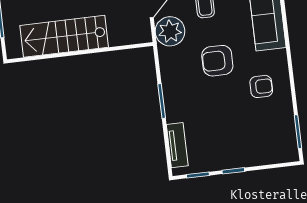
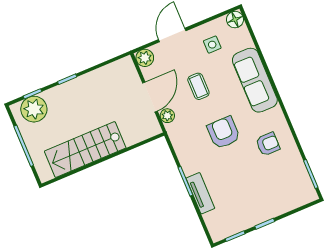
plant: (170, 31) -> (167, 116), width x0.53, depth x0.53
armchair: (217, 61) -> (224, 133), turned 90
tv unit: (177, 145) -> (200, 193), moved

